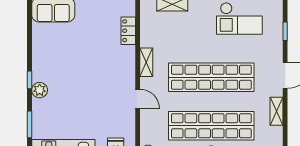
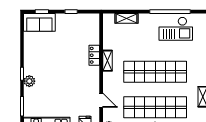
locker: (128, 31) -> (94, 55), moved
door: (138, 99) -> (101, 100), moved

